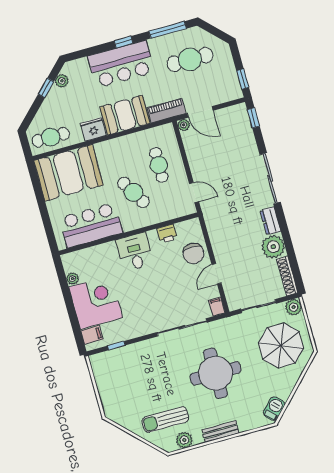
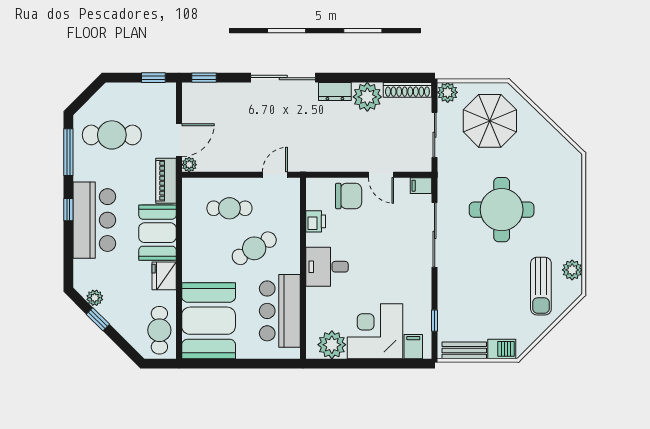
cafe table: (190, 59) -> (112, 135), turned 90
plant: (73, 279) -> (332, 345), width x1.88, depth x1.88
barbecue: (274, 409) -> (502, 349), moved, turned 136
bench: (220, 431) -> (464, 350), moved, turned 90

